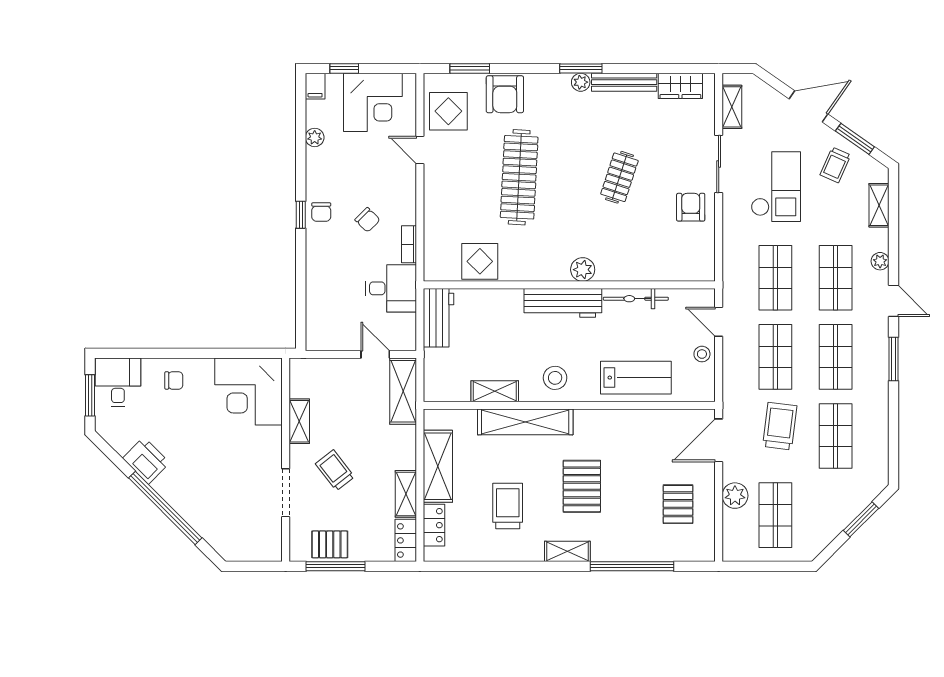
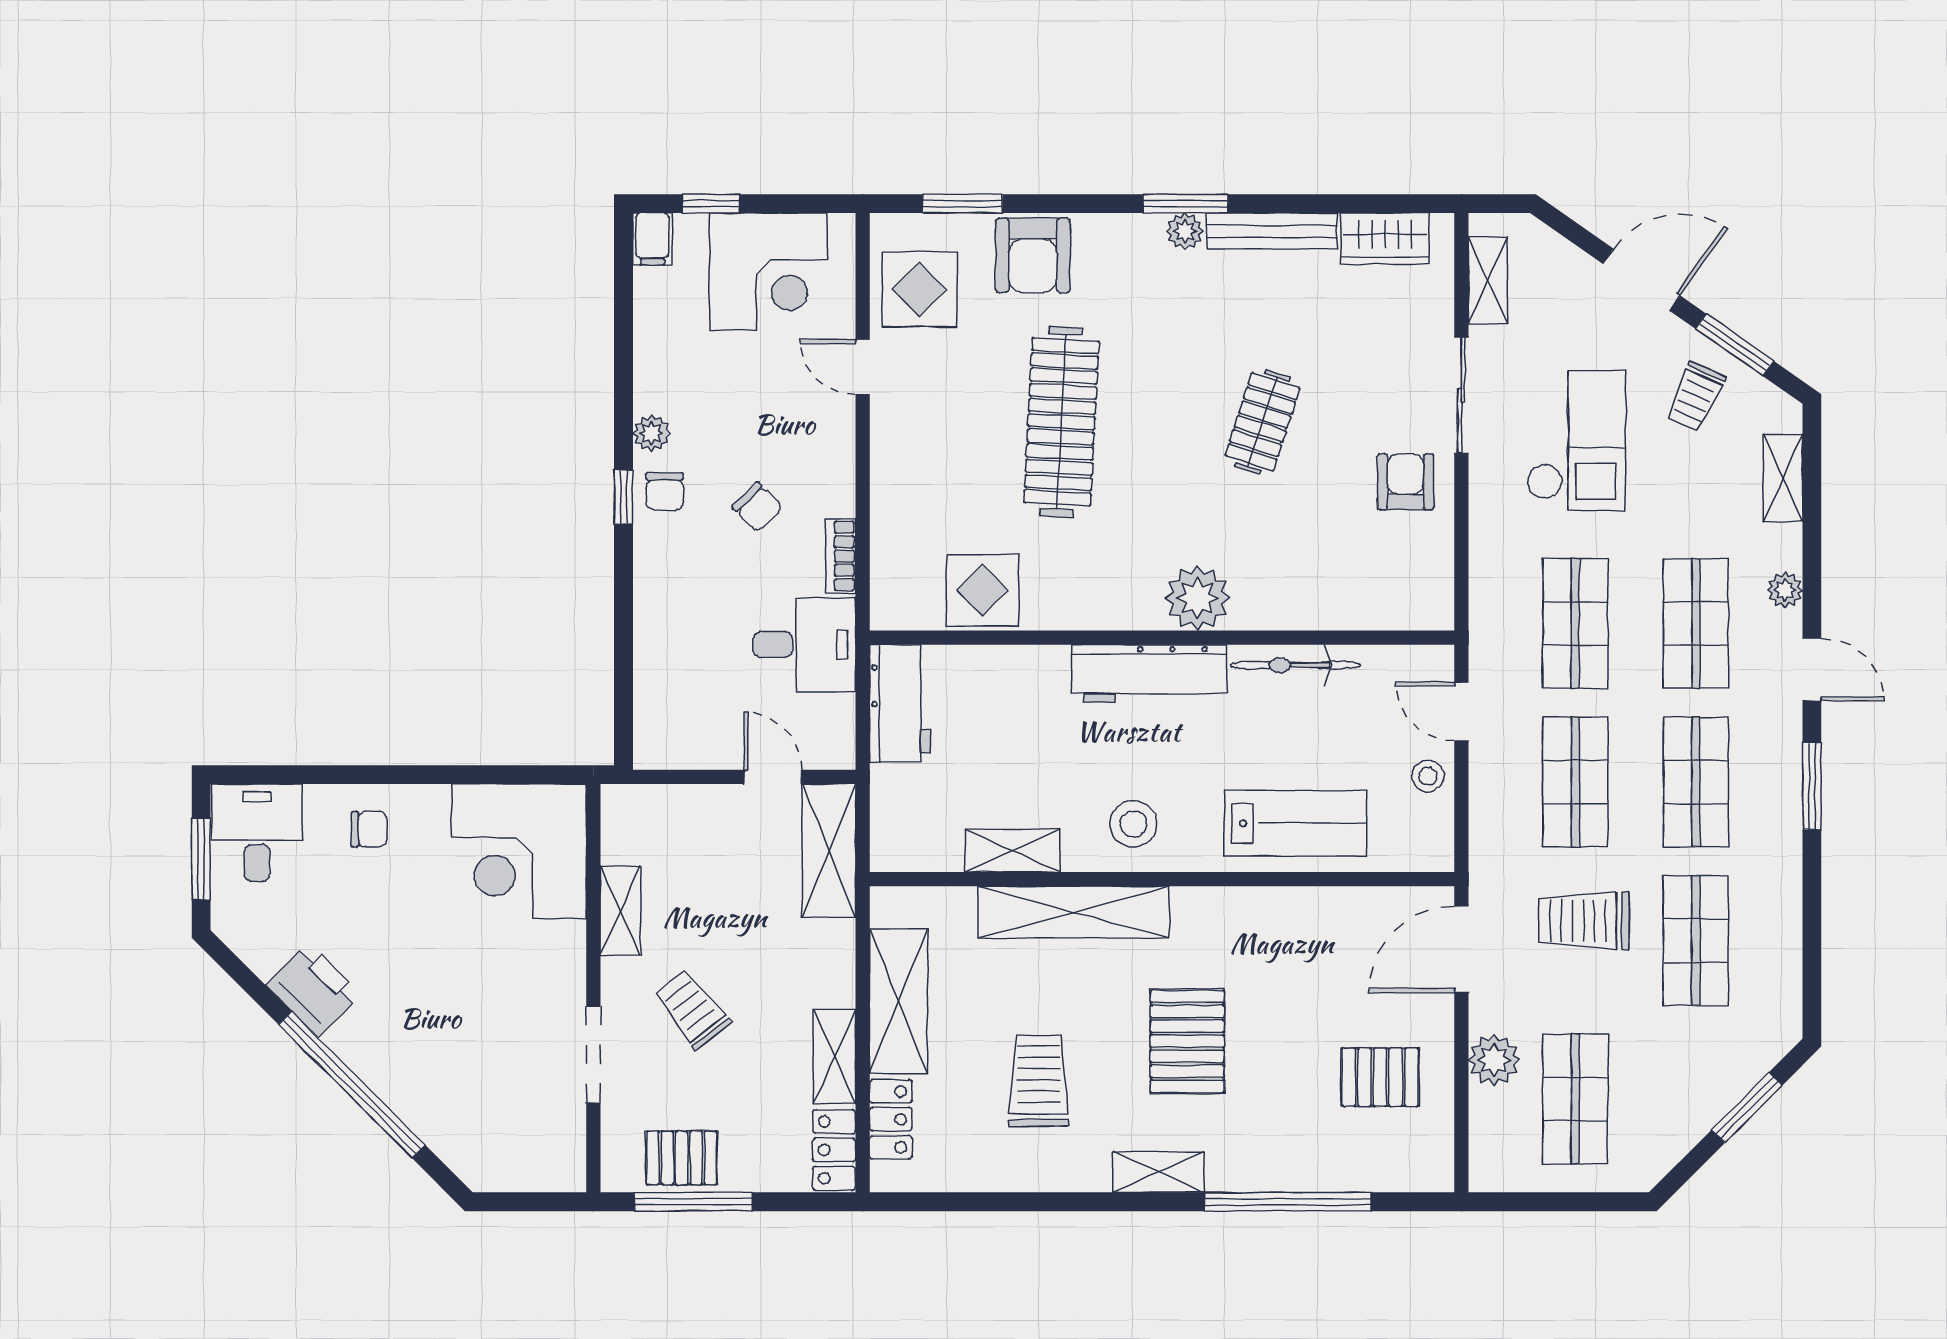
plant: (315, 137) -> (651, 433), moved
plant: (583, 270) -> (1197, 598), width x1.36, depth x1.36
trolley: (780, 426) -> (1584, 921), turned -97
pallet: (678, 504) -> (1380, 1077), turned 90

